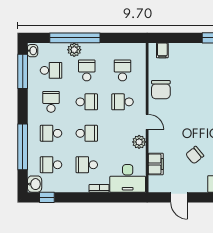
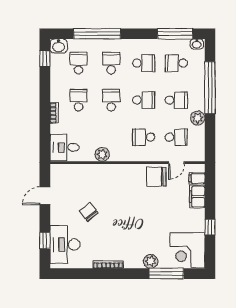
plant: (74, 50) -> (198, 118), moved
school desk: (51, 70) -> (176, 63), turned 90
school desk: (87, 102) -> (144, 100), turned -90
school desk: (122, 102) -> (144, 137), turned -90
door: (147, 122) -> (176, 163), moved
school desk: (87, 133) -> (111, 100), turned 180
filing cabinet: (156, 164) -> (197, 197), moved, turned 90
desk: (128, 178) -> (64, 147), width x0.73

